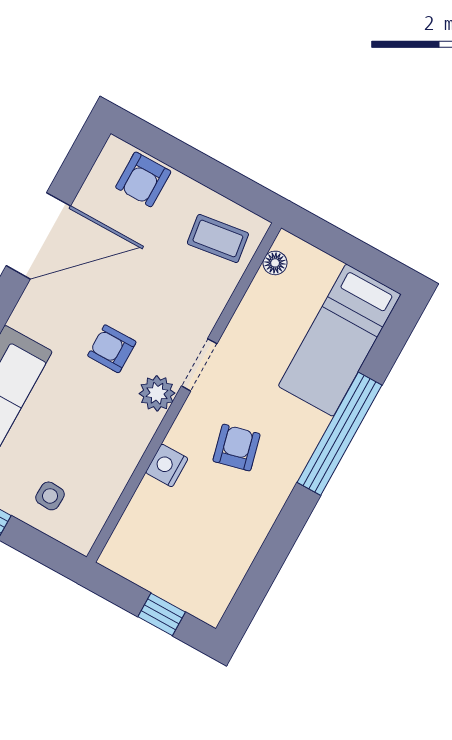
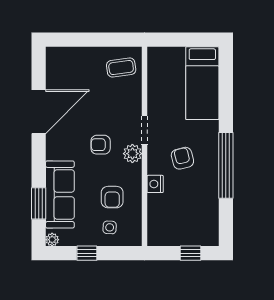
armchair: (143, 179) -> (112, 197), moved
floor lamp: (275, 263) -> (153, 64), removed
window: (340, 434) -> (226, 165), moved

